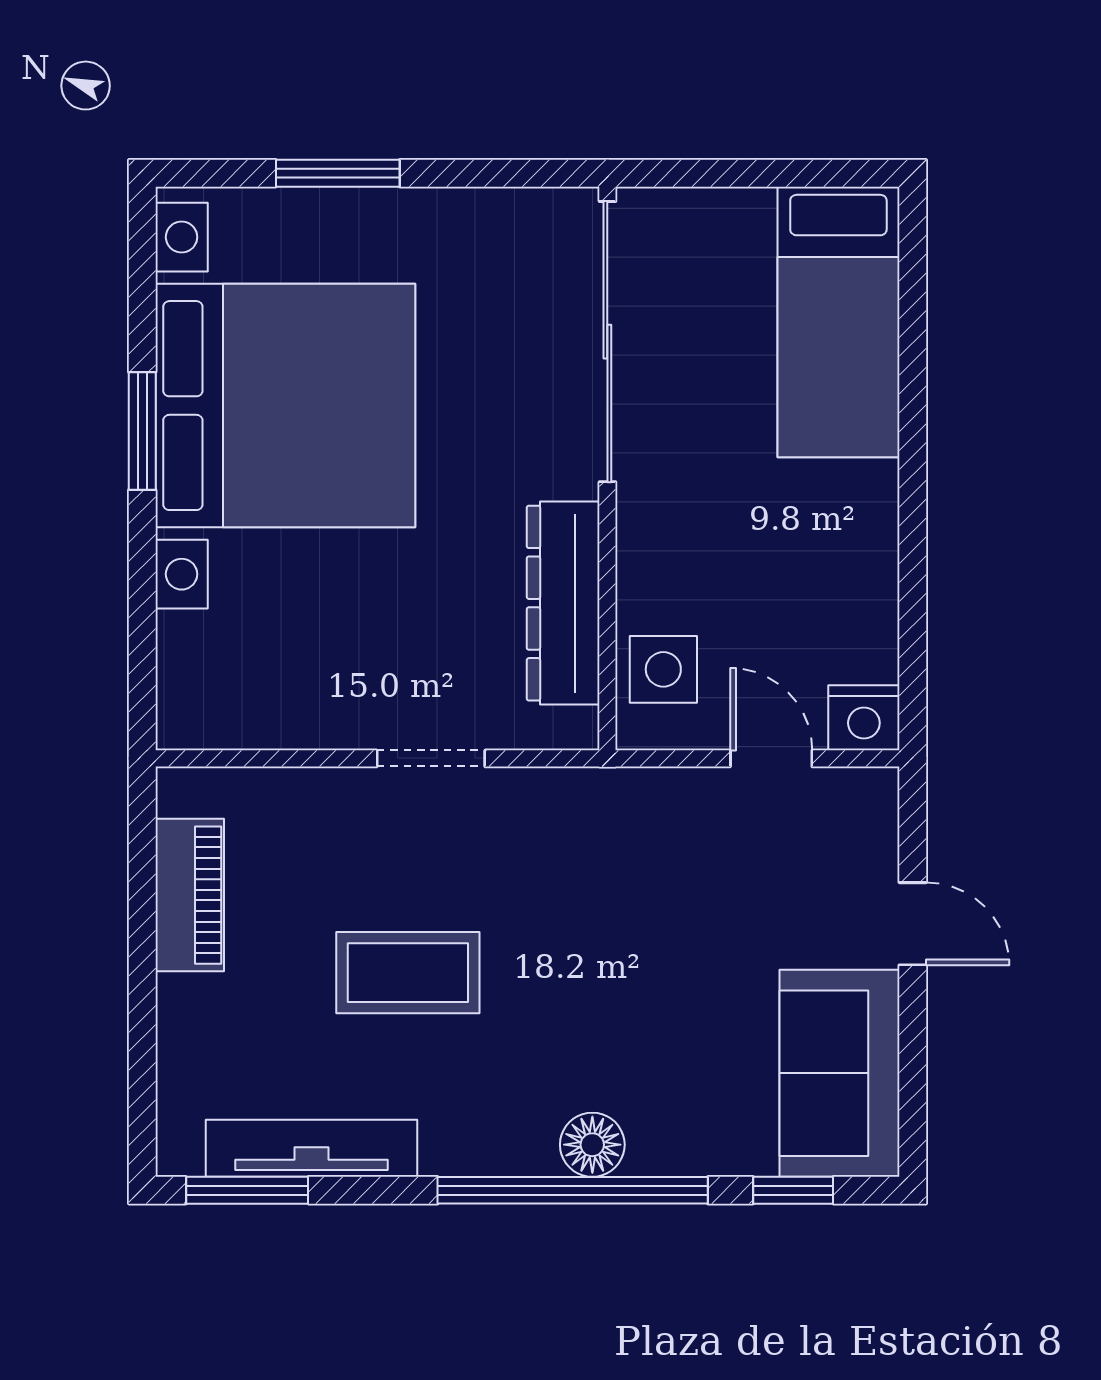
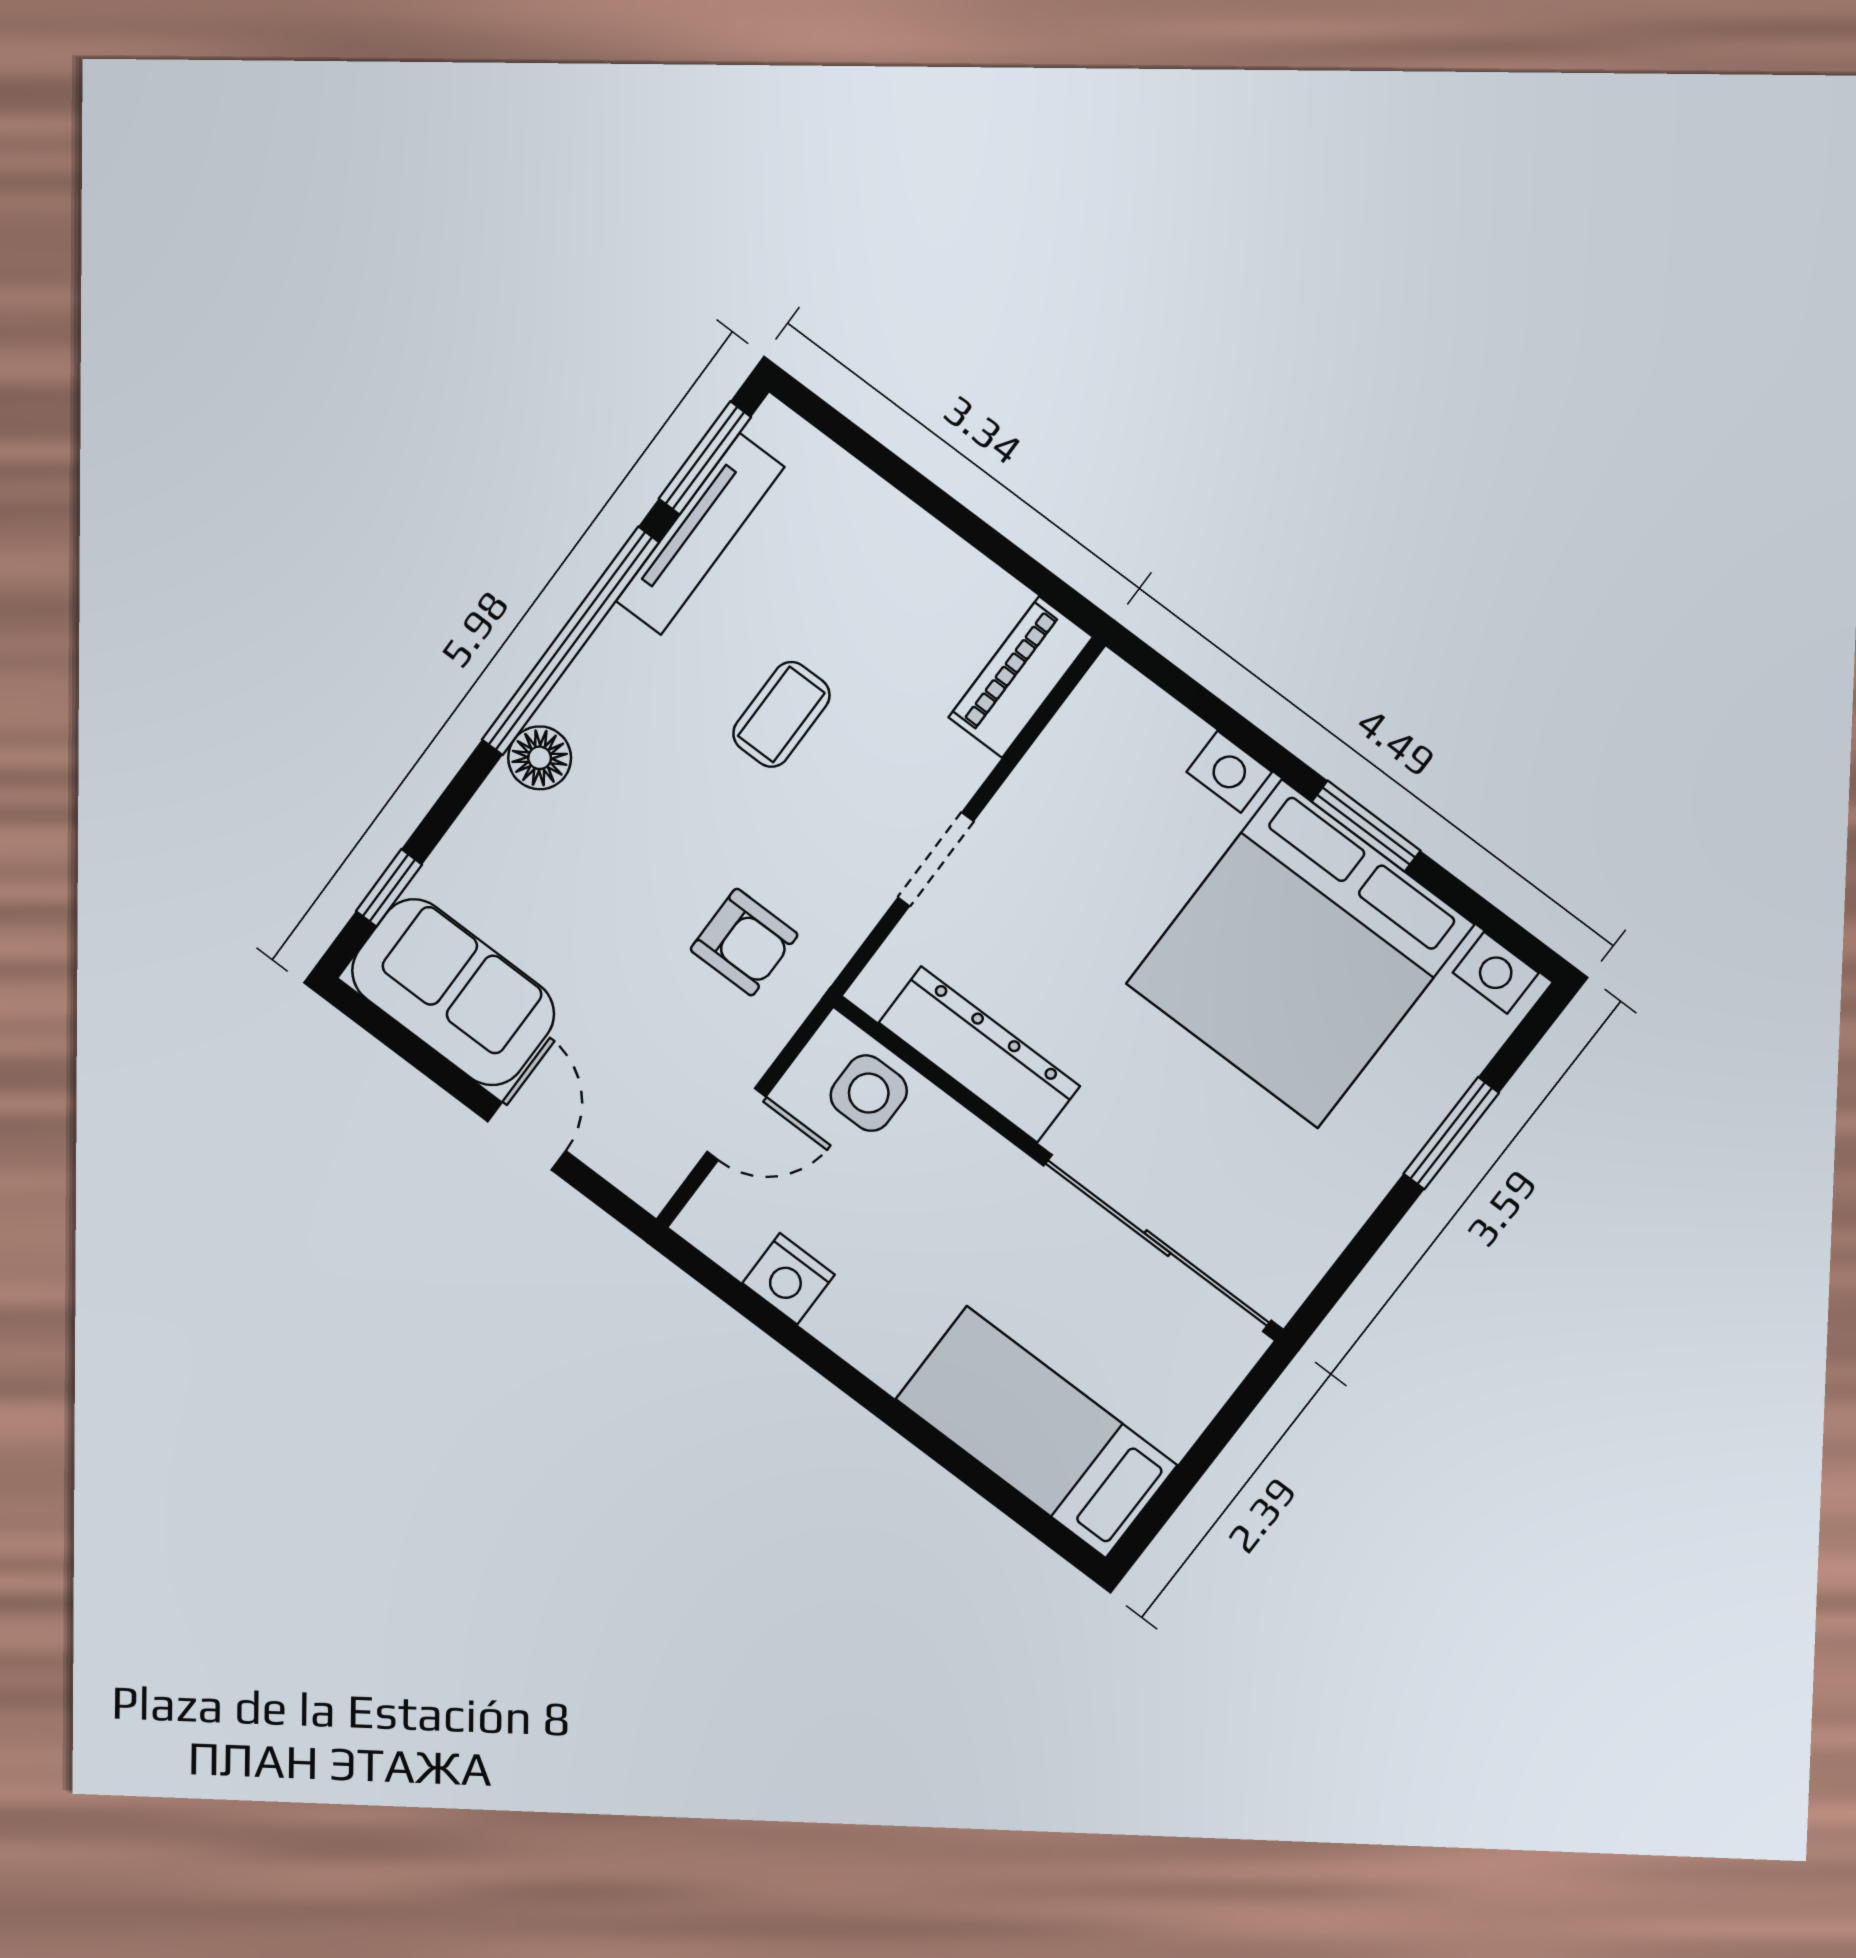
nightstand: (864, 718) -> (788, 1279), moved, turned -90
armchair: (617, 864) -> (744, 942), added
piano: (190, 895) -> (1021, 677), moved, turned 90
door: (913, 924) -> (527, 1136), swing flipped
coffee table: (408, 973) -> (781, 714), width x0.73, depth x0.77
window: (573, 1190) -> (570, 641), moved

